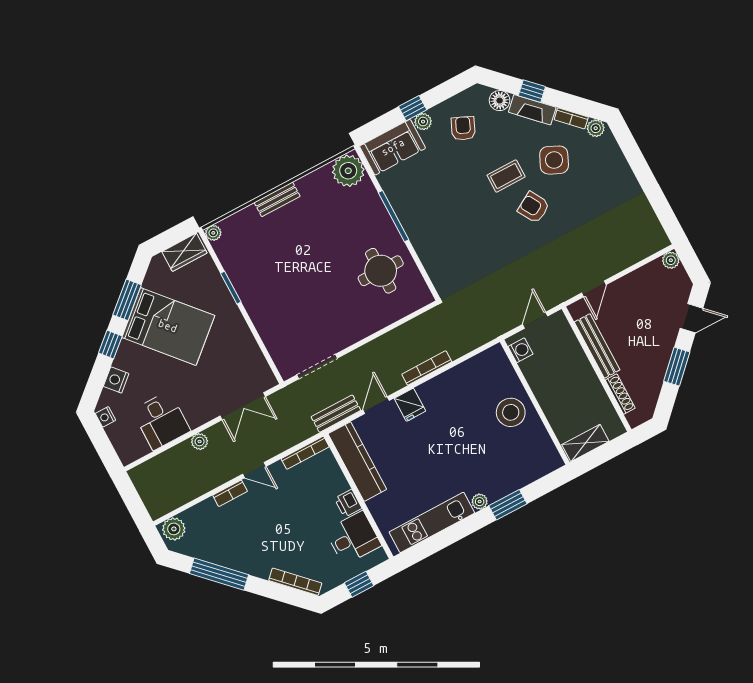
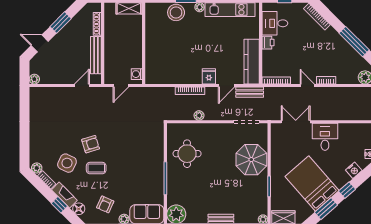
armchair: (534, 207) -> (91, 144), turned -77
parasol: (279, 314) -> (251, 160), added
stool: (511, 412) -> (176, 12), moved
desk: (161, 421) -> (325, 137), moved
plant: (200, 442) -> (199, 115), moved

